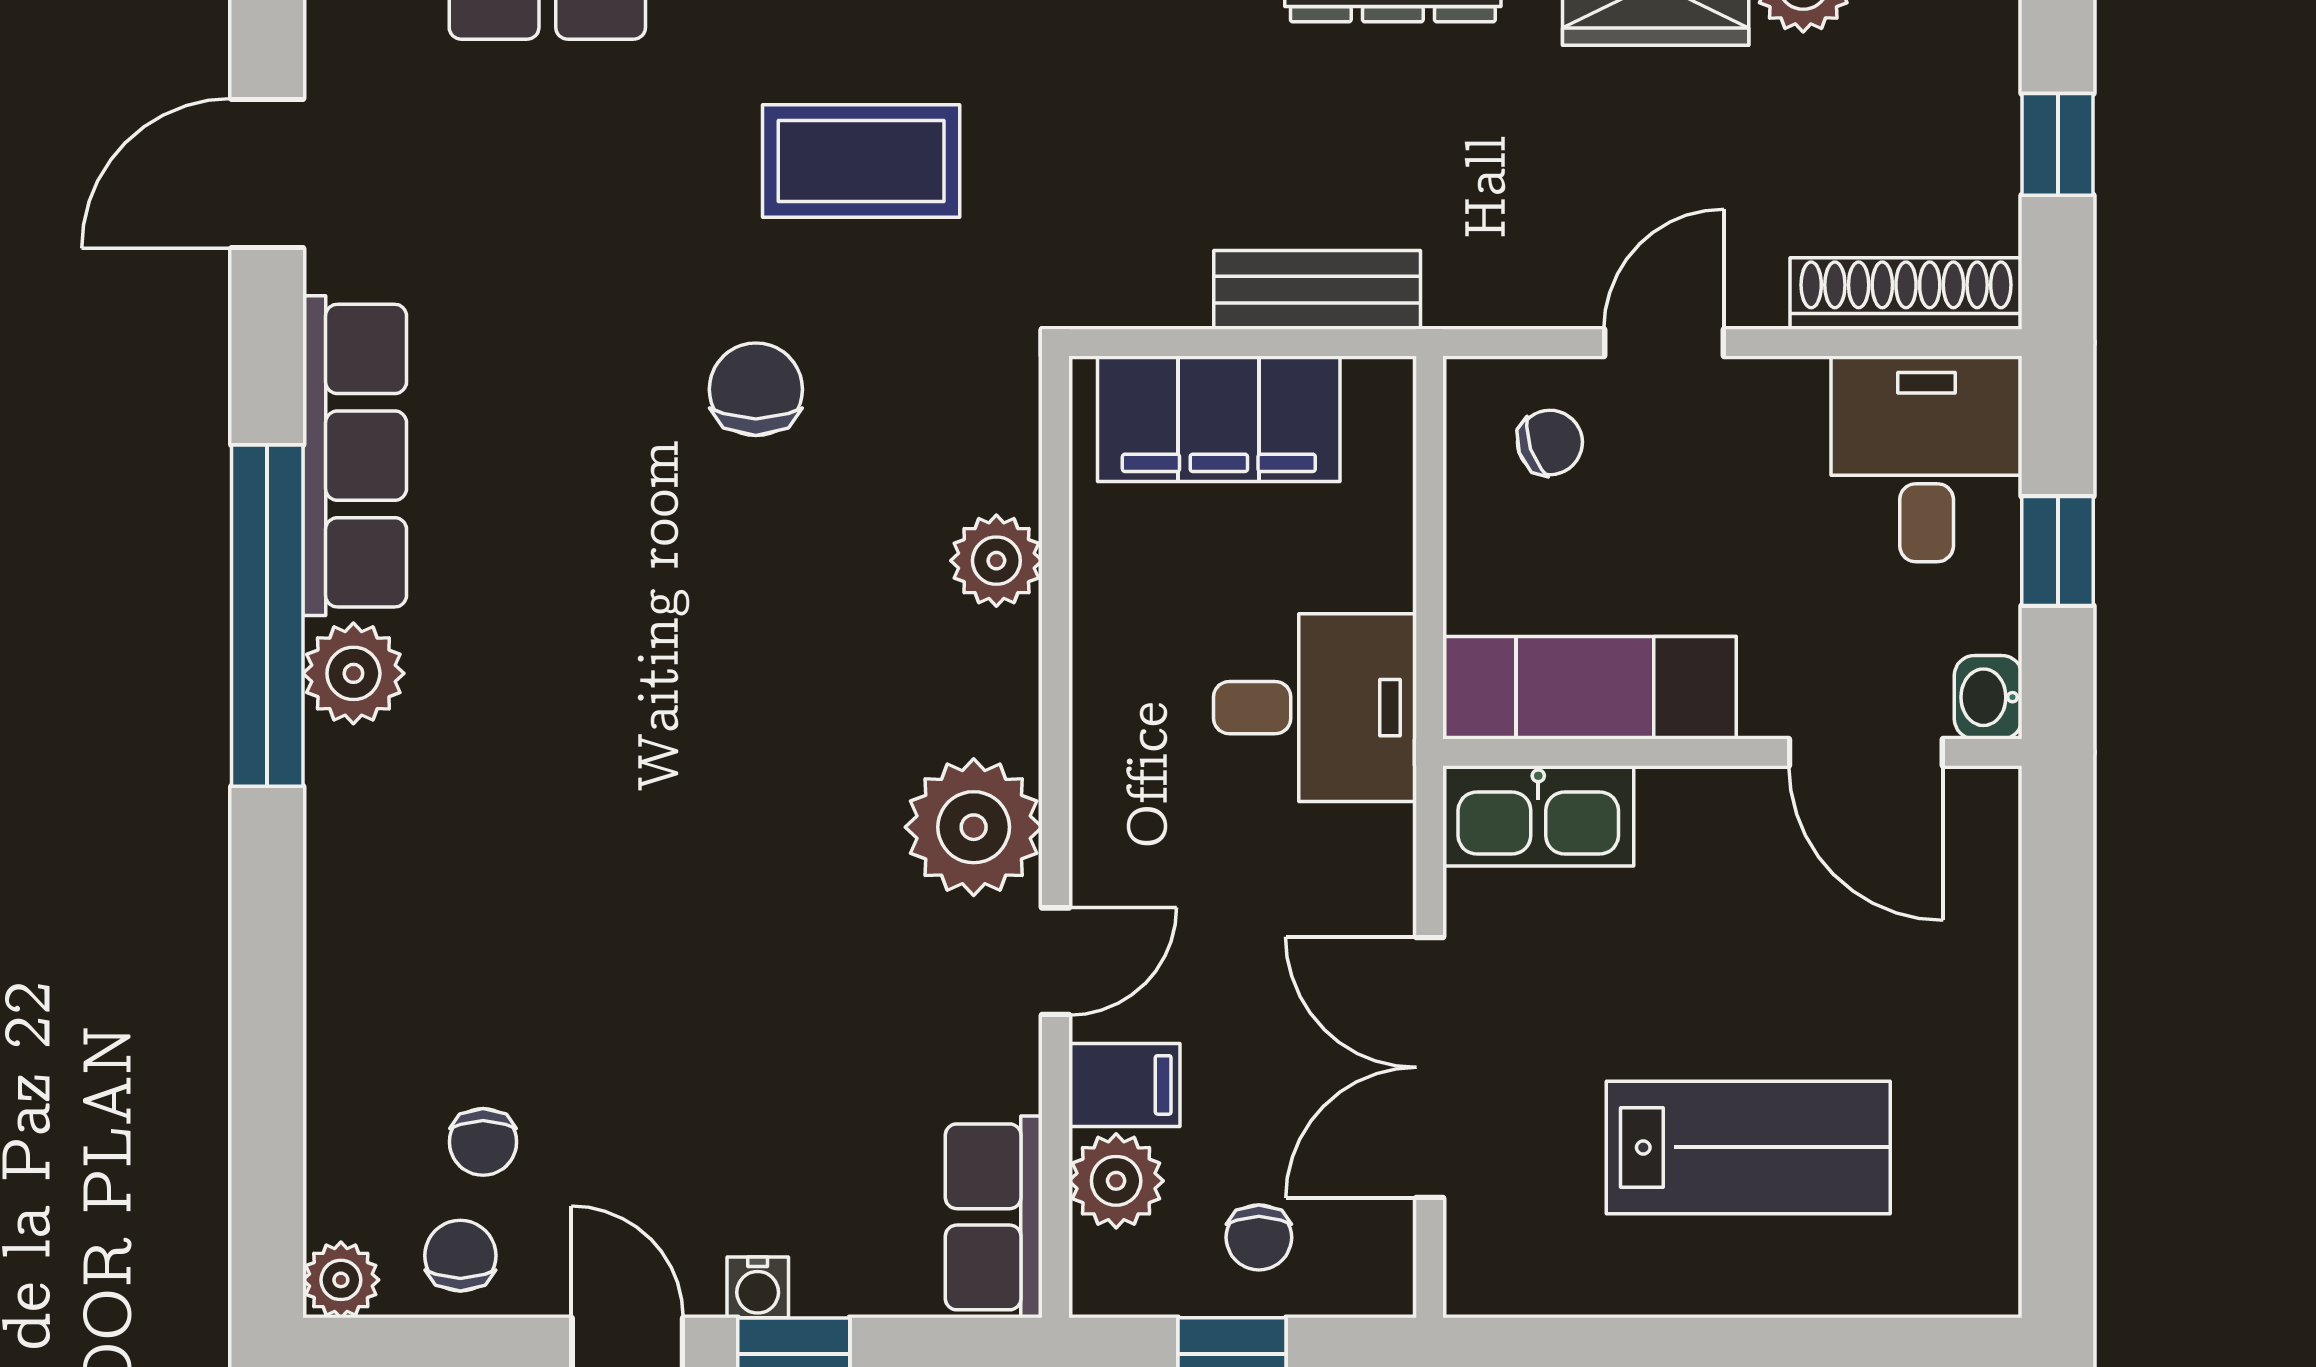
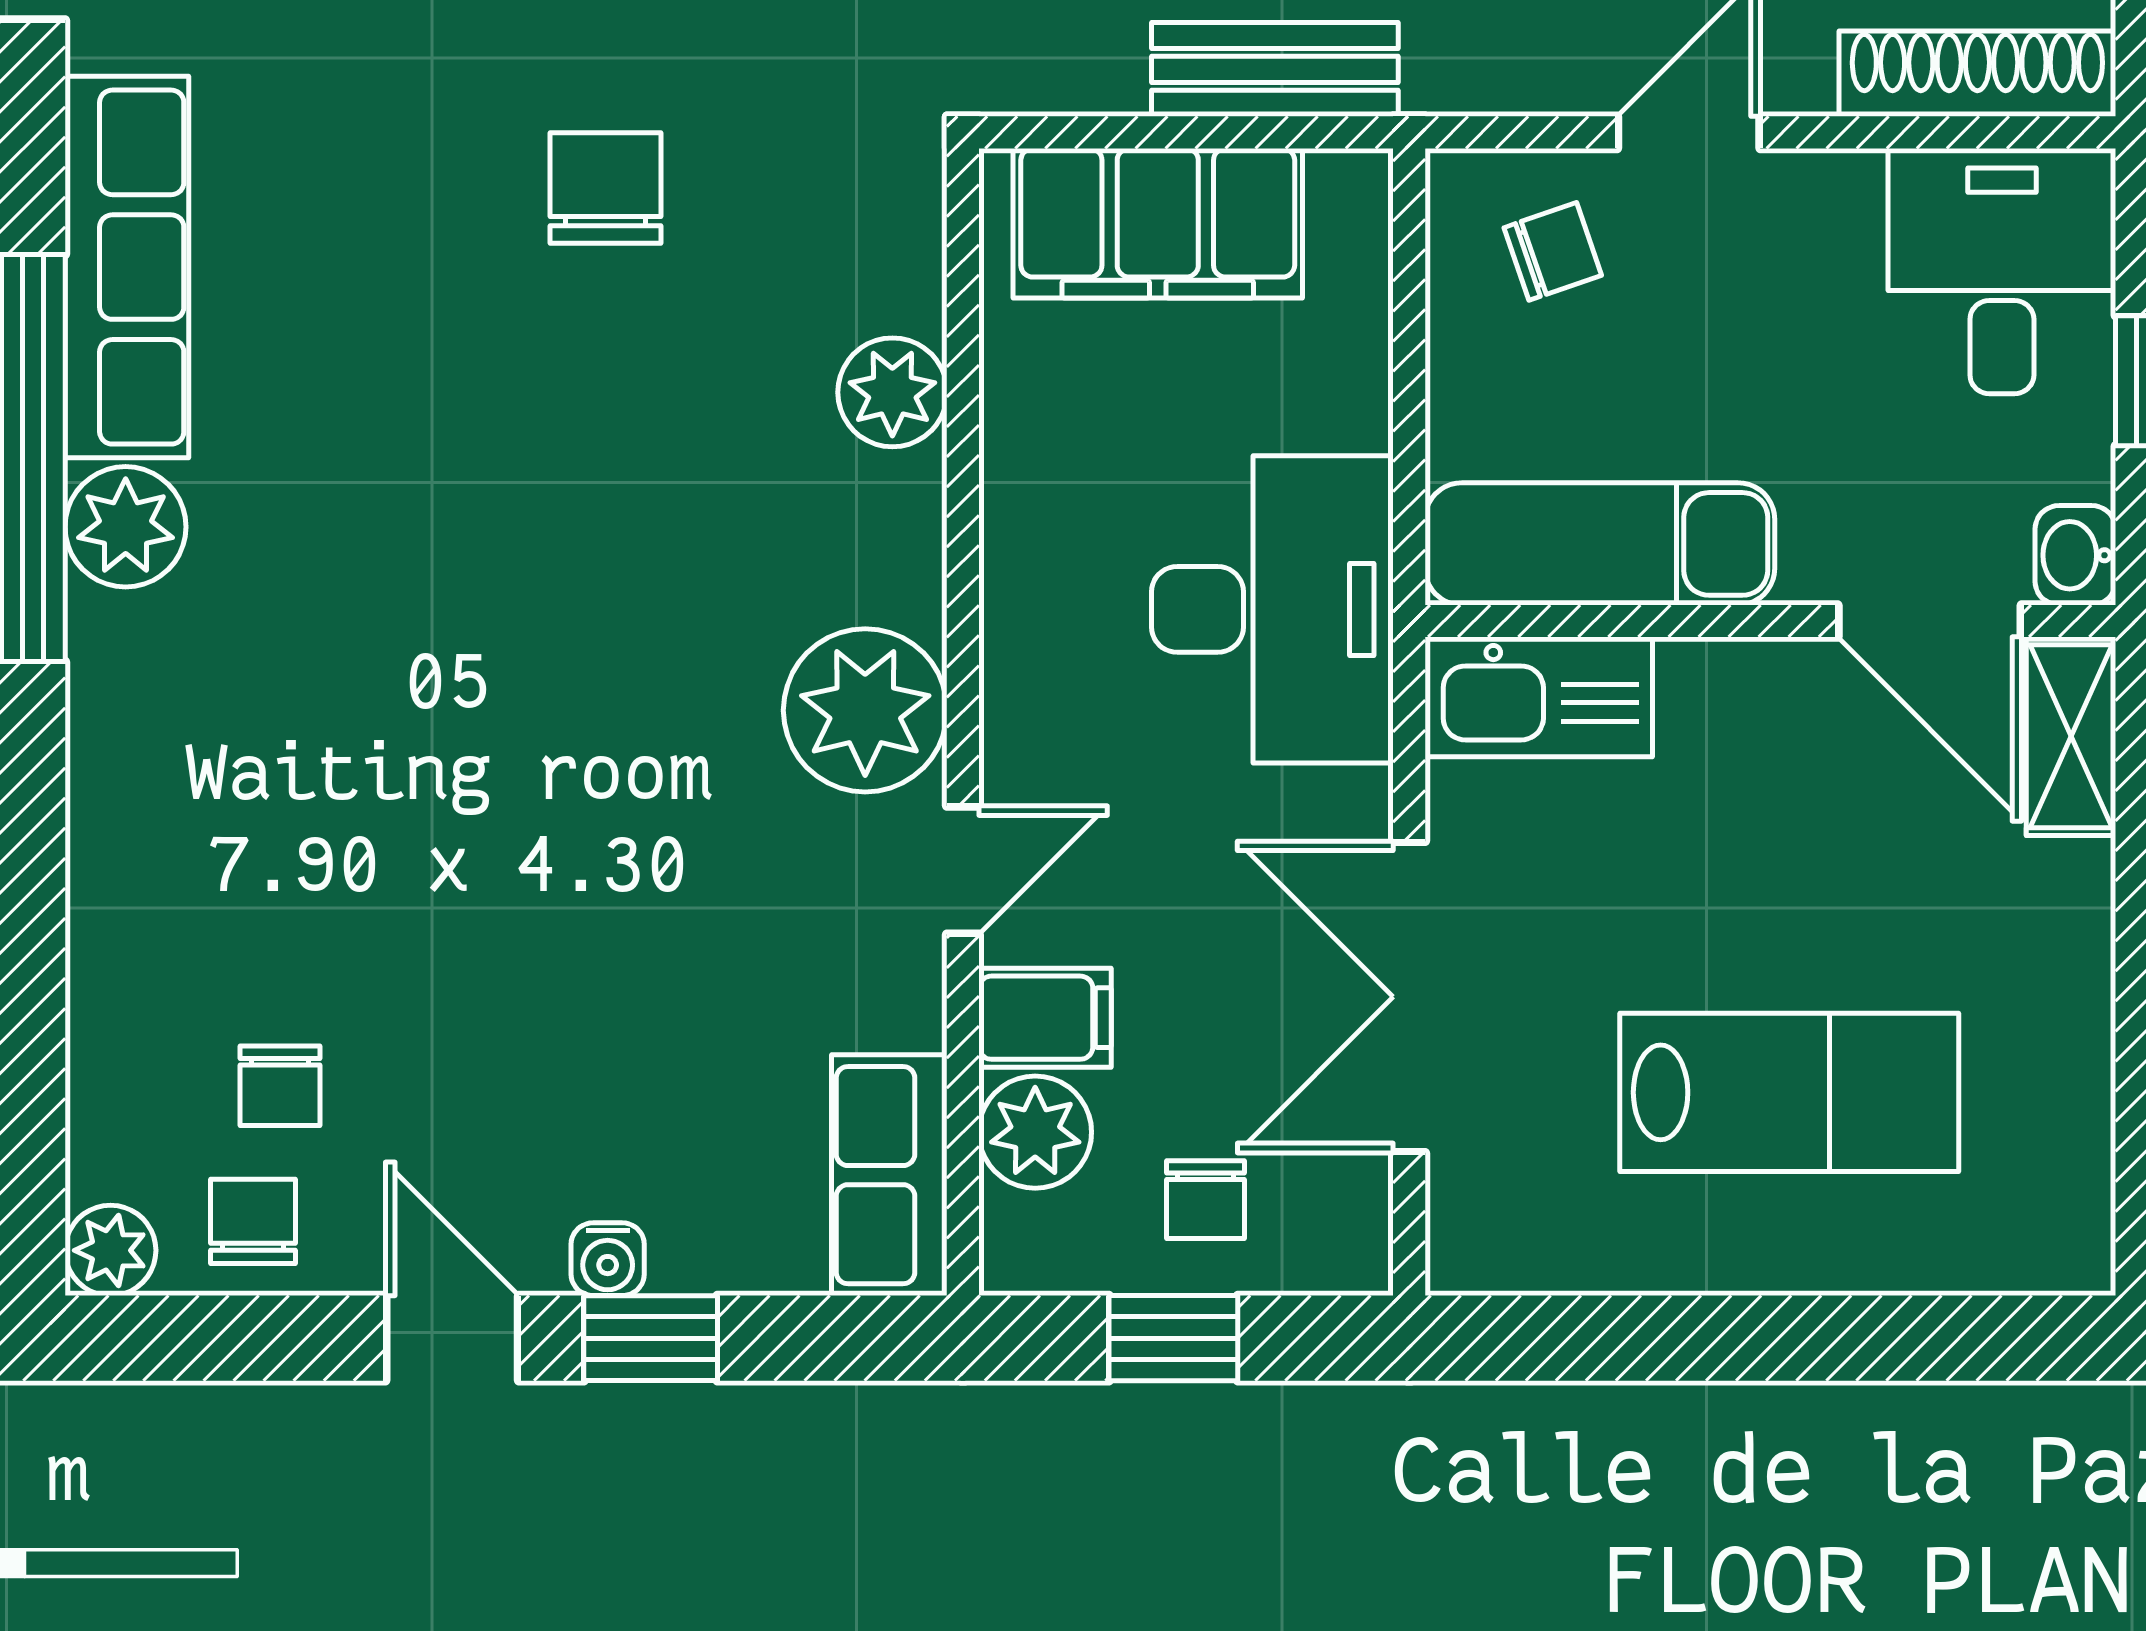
desk: (1315, 708) -> (1272, 609), width x1.37
shelving: (1984, 849) -> (2071, 736), added

